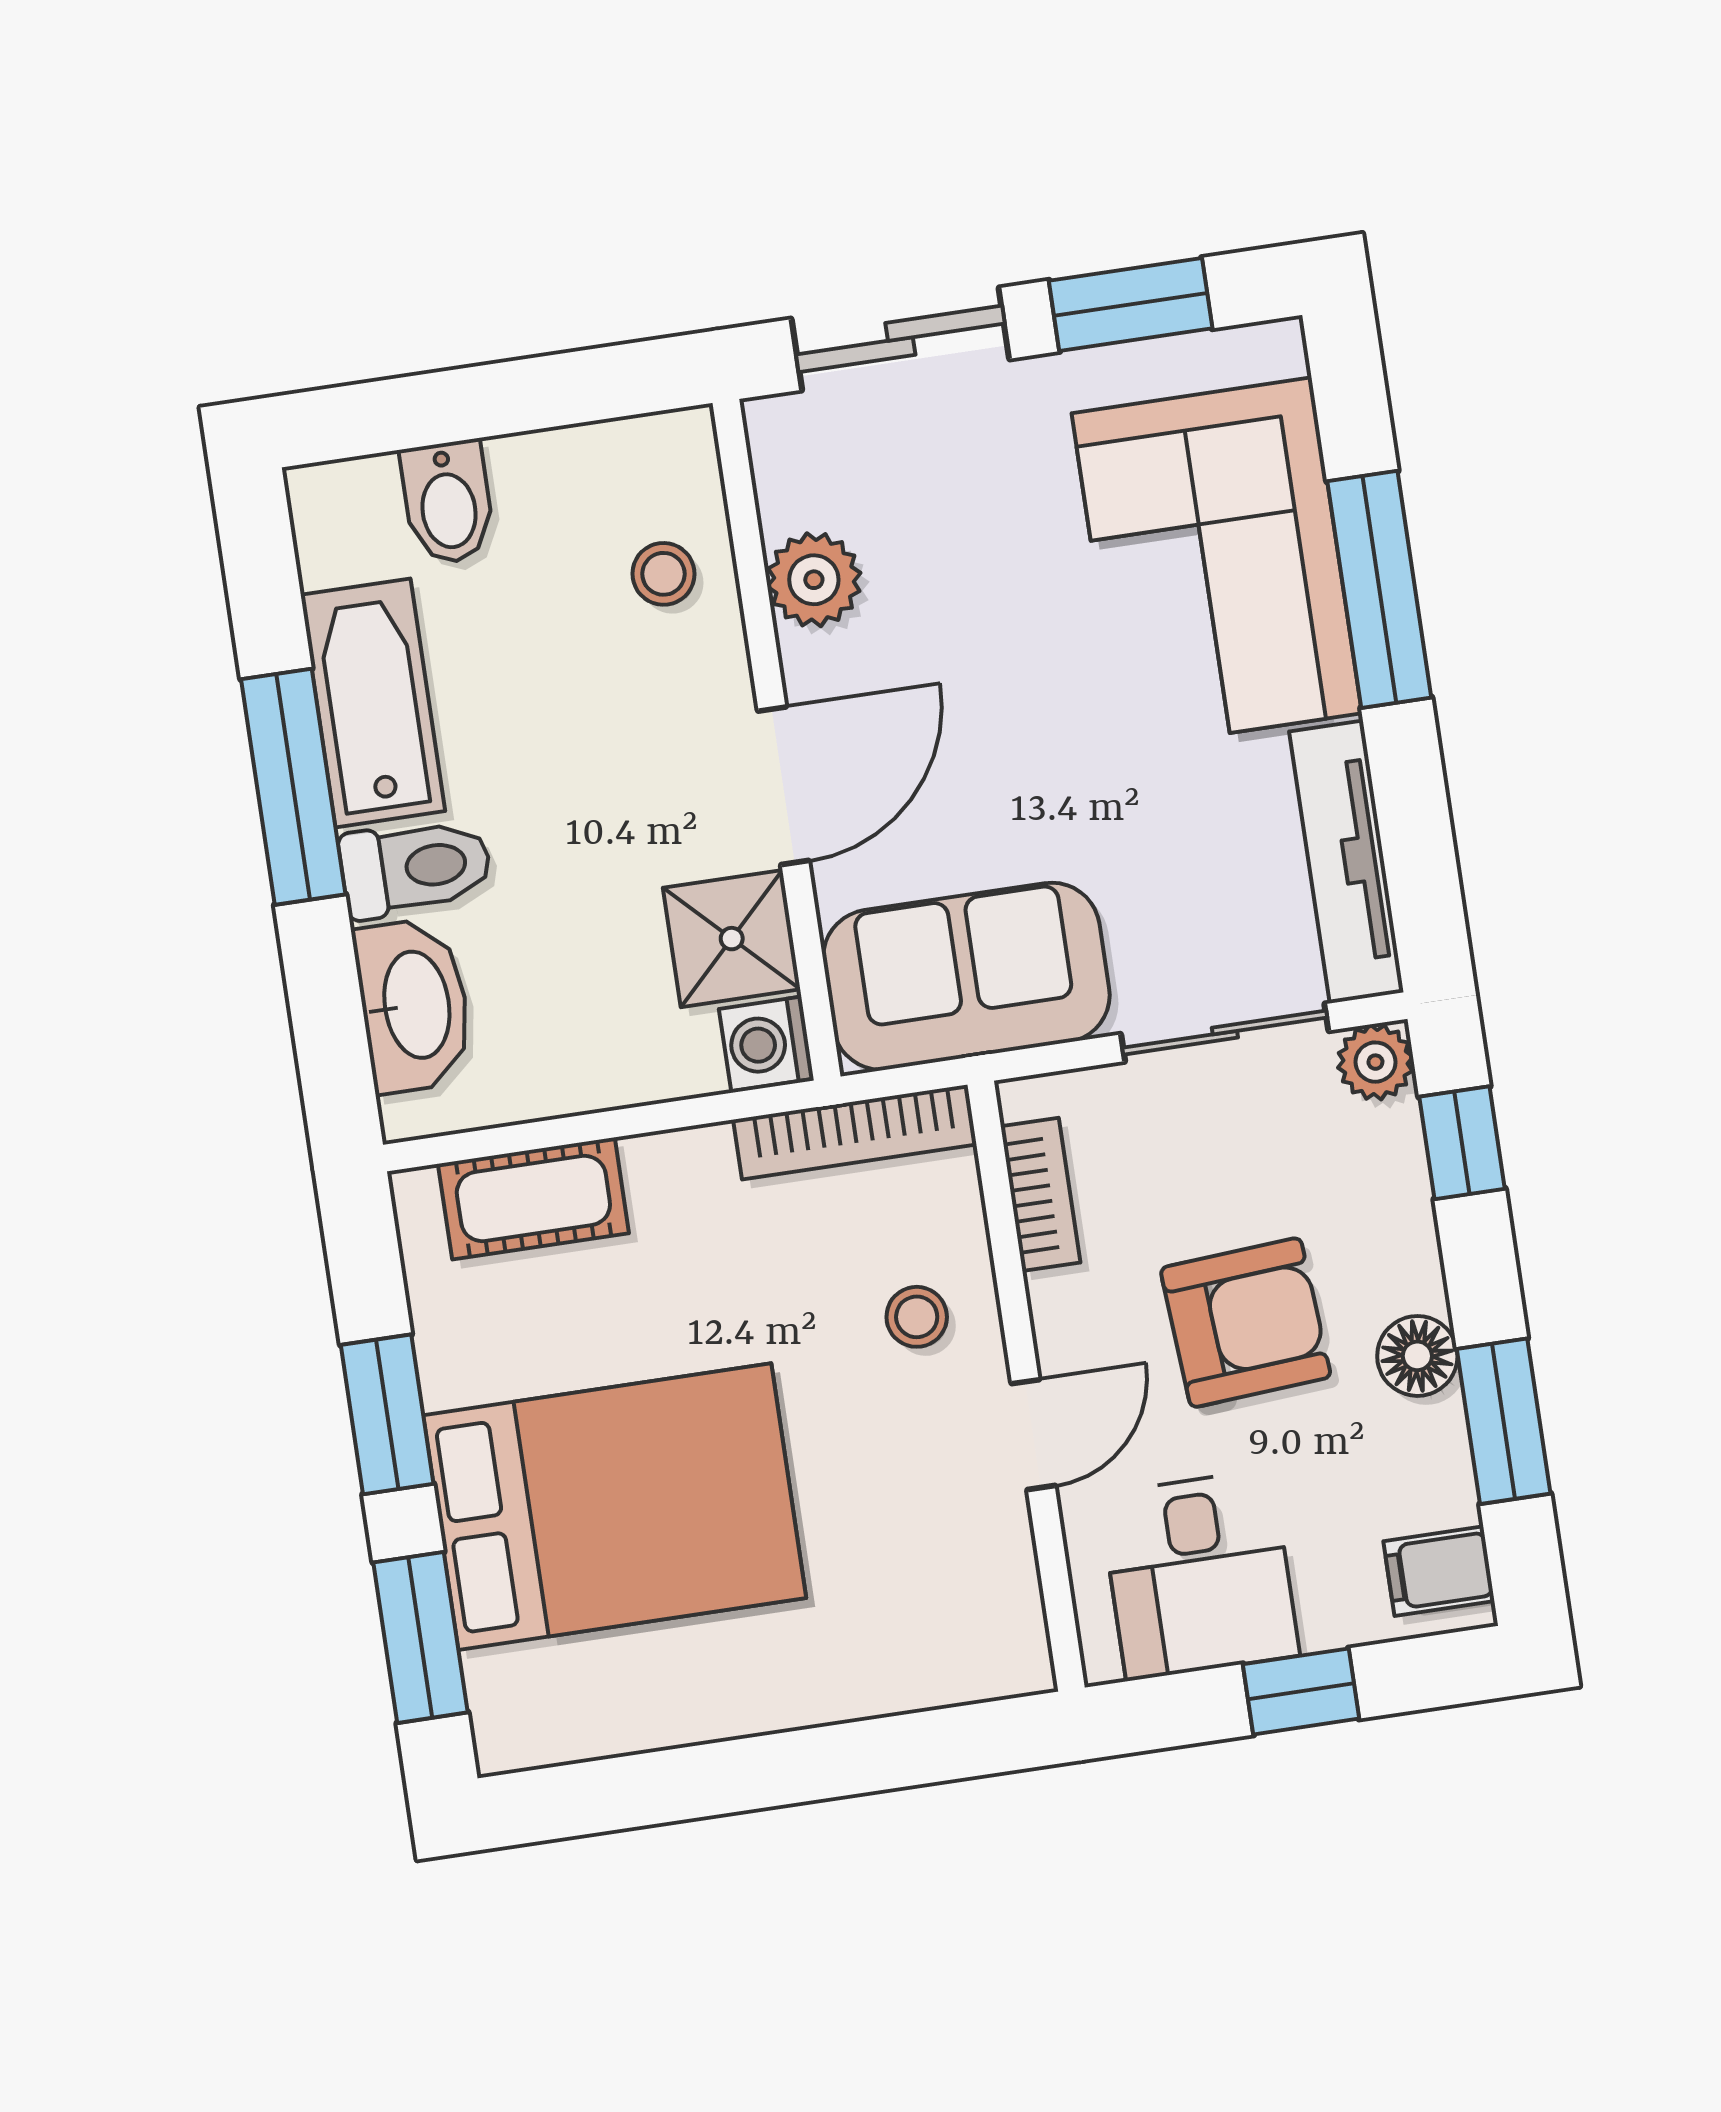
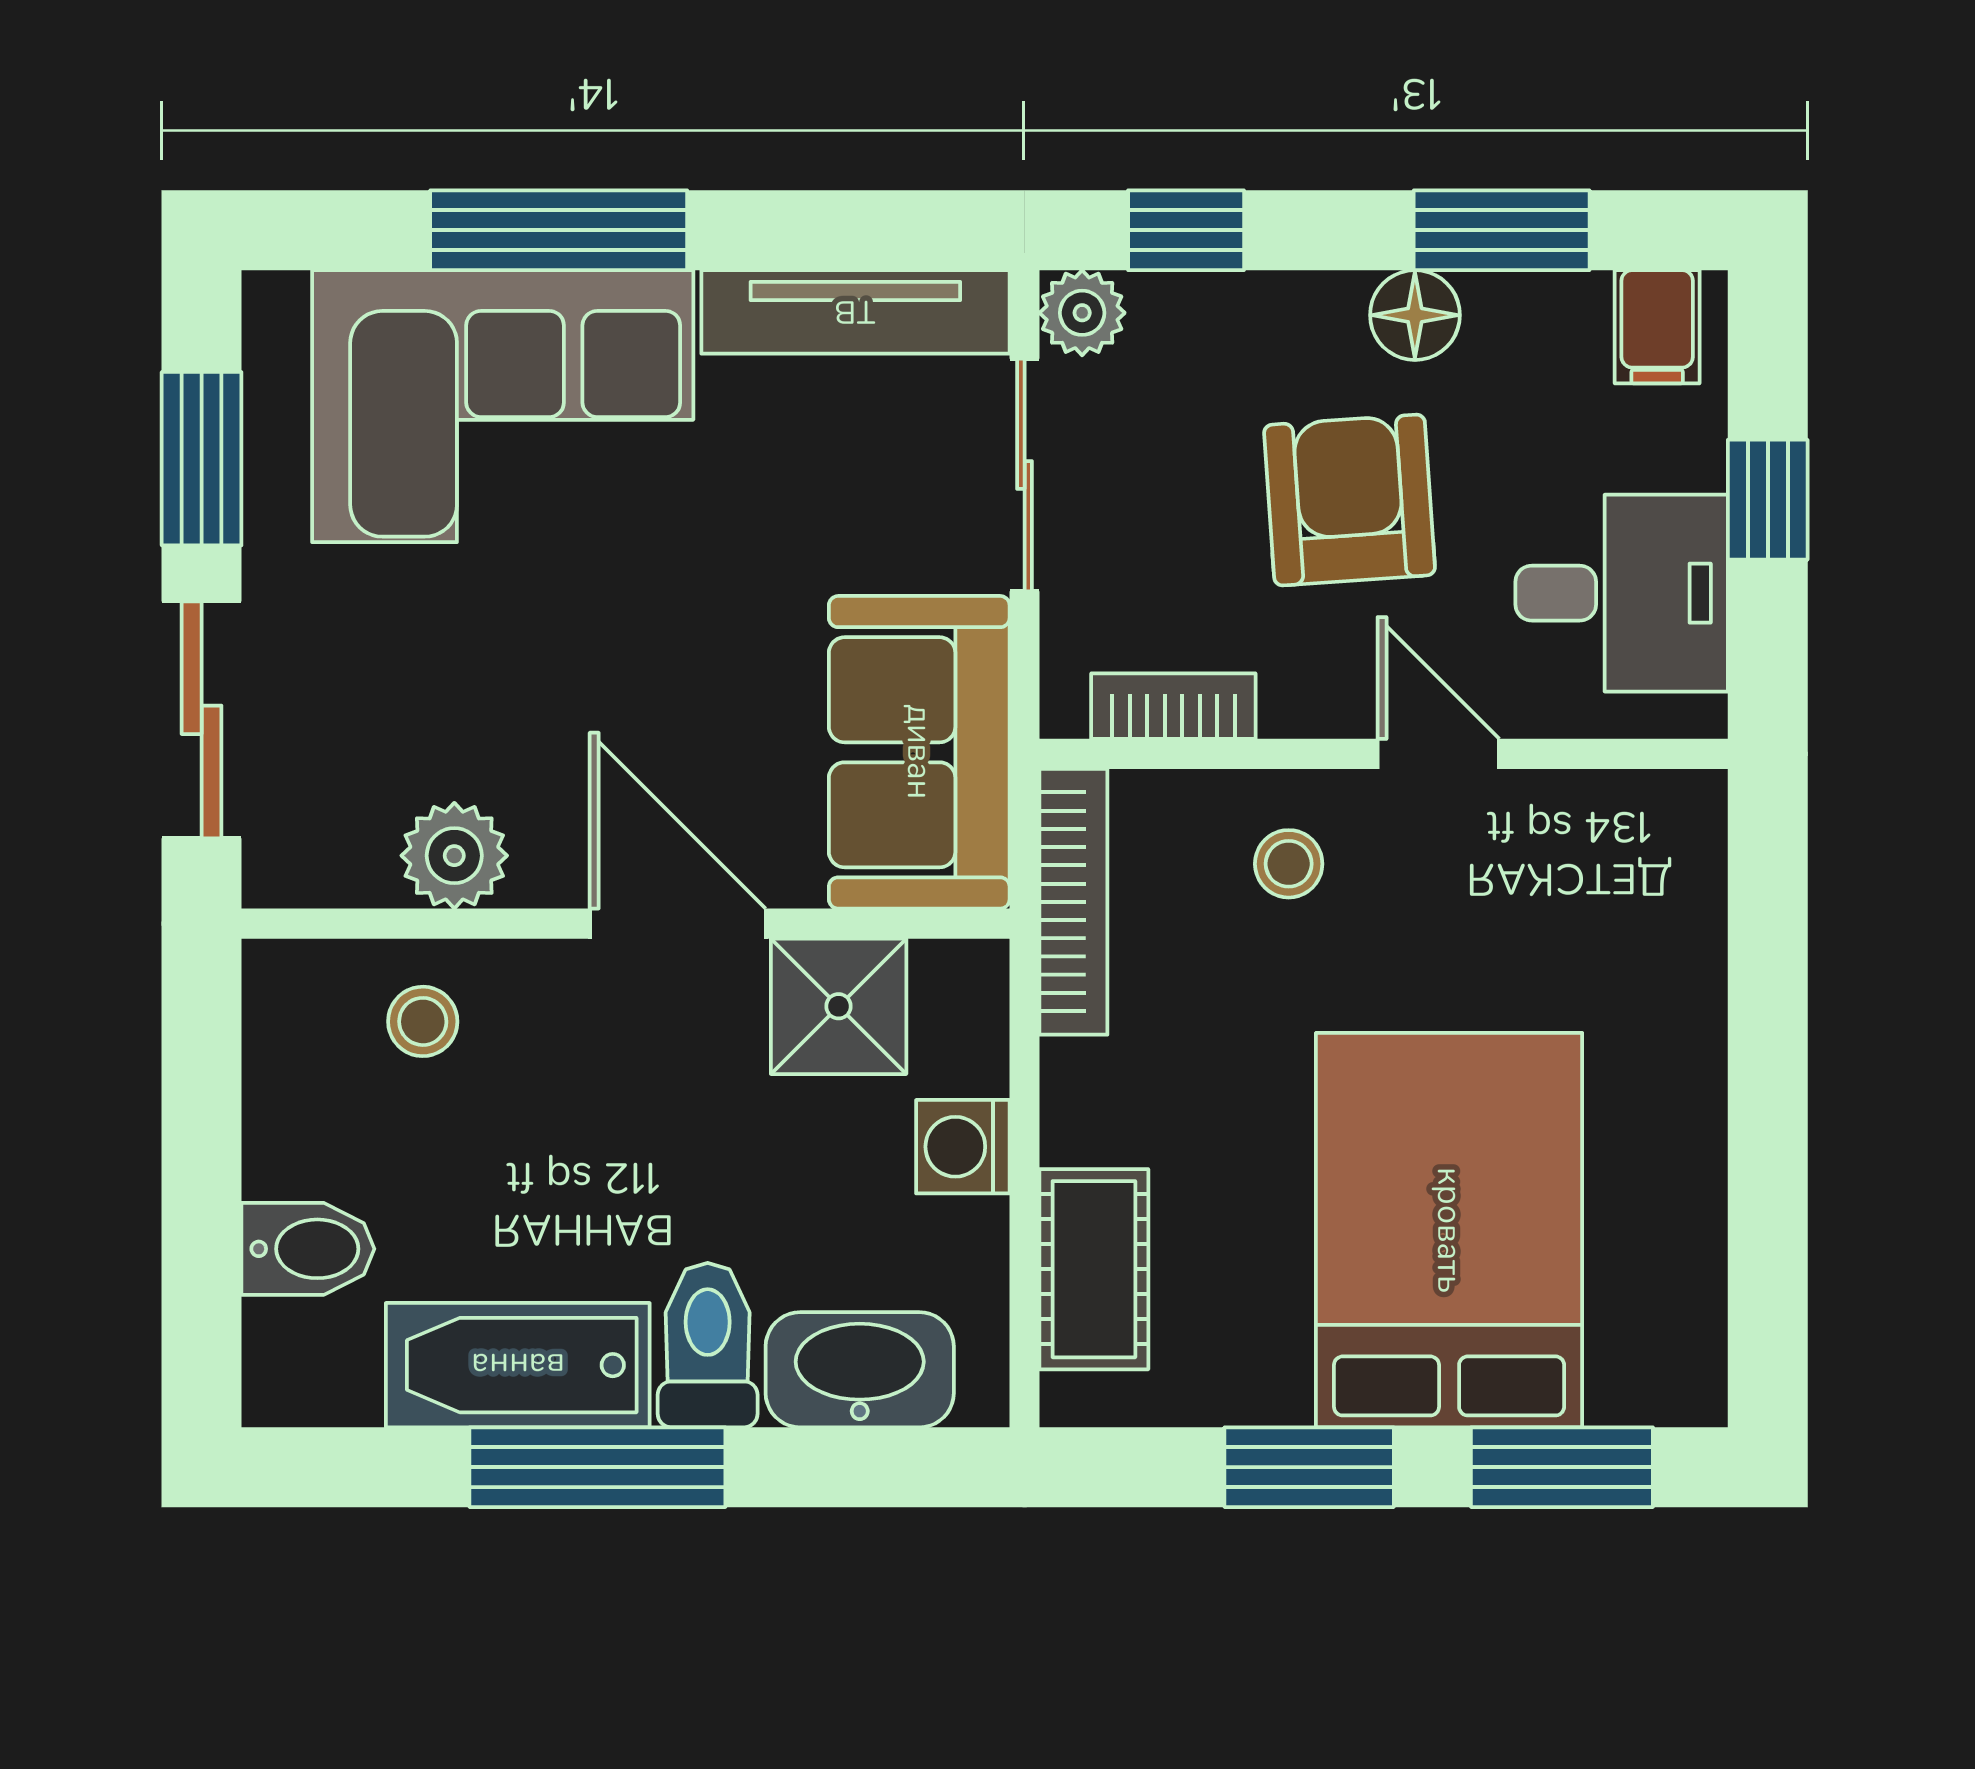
washing machine: (766, 1044) -> (963, 1147), moved, turned 90

